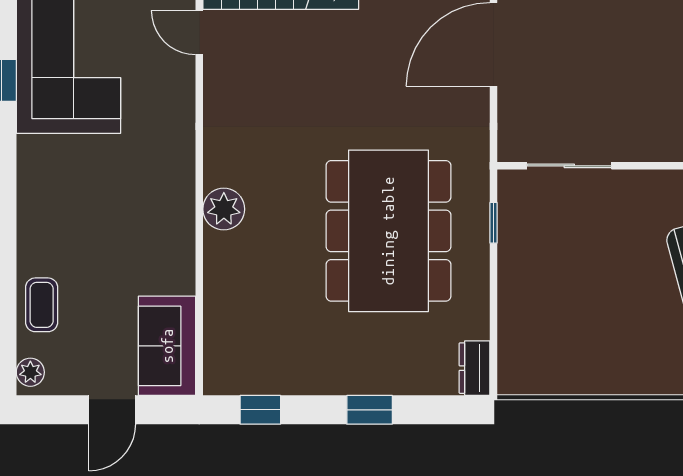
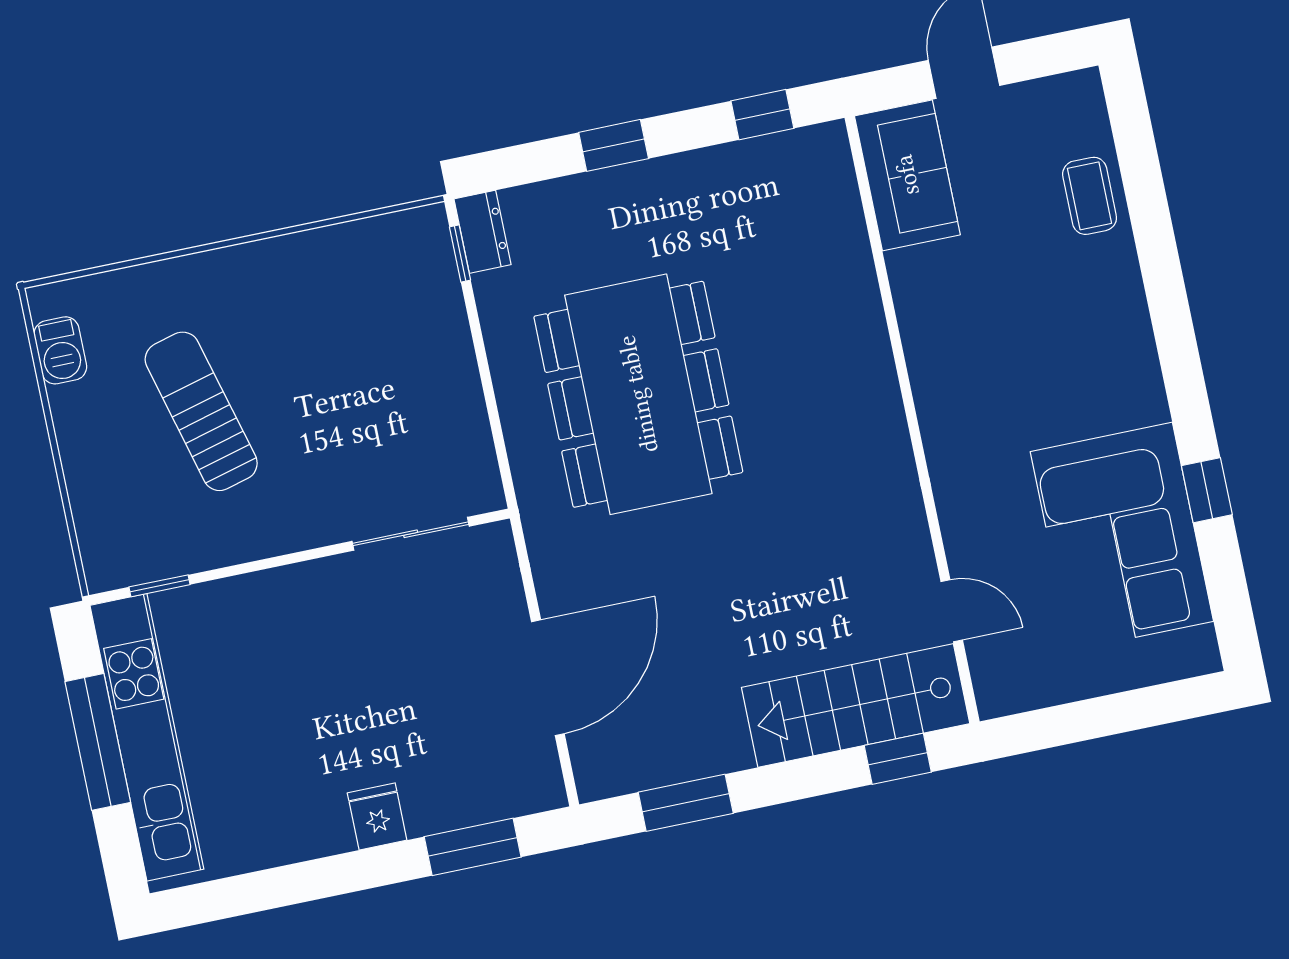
plant: (224, 209) -> (869, 378), removed
window: (494, 223) -> (460, 253), moved
plant: (30, 372) -> (1086, 101), removed

